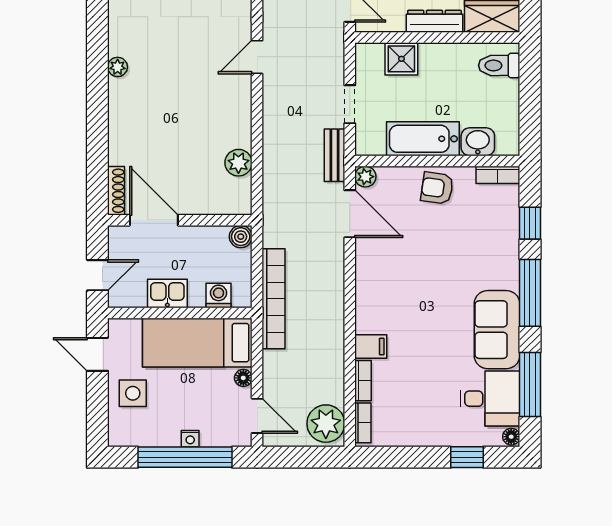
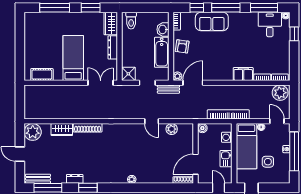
door: (257, 57) -> (152, 121), moved
shower: (401, 59) -> (128, 74), moved
sofa: (497, 330) -> (212, 21), moved
filing cabinet: (371, 347) -> (243, 74), width x2.00
side table: (133, 393) -> (268, 162), moved
door: (257, 416) -> (277, 121), hinge flipped

